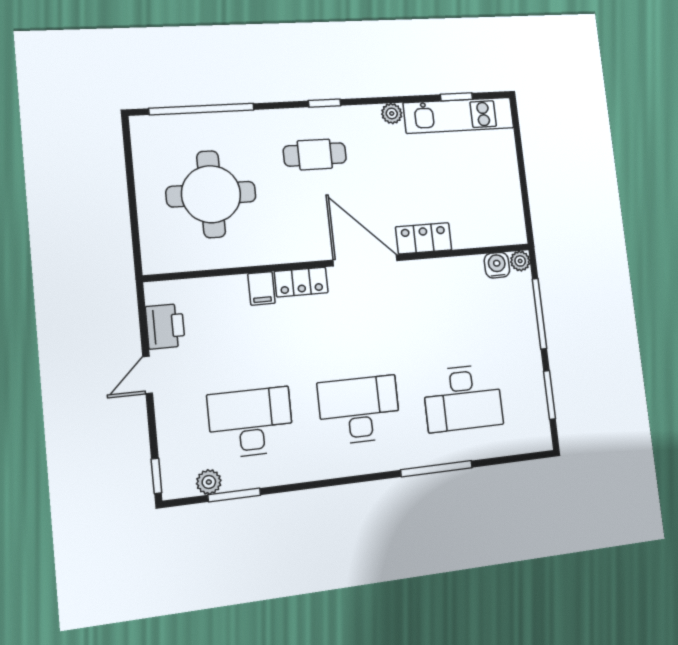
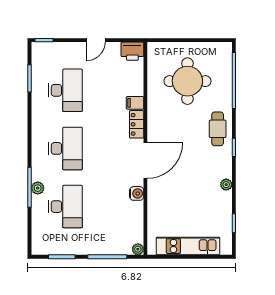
kitchen unit: (459, 115) -> (188, 246), moved, turned 90
cafe table: (315, 154) -> (218, 129), moved
locker: (424, 238) -> (155, 195), removed
water cooler: (497, 265) -> (137, 193), moved
printer: (165, 326) -> (132, 51), moved
door: (148, 375) -> (96, 40), swing flipped
desk: (463, 398) -> (65, 207), turned 180
plant: (209, 482) -> (38, 188), moved

